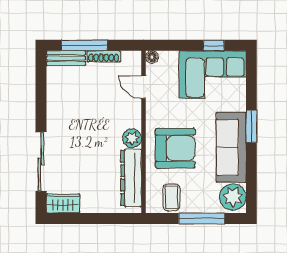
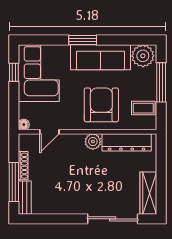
wardrobe: (63, 203) -> (148, 193), width x1.50

